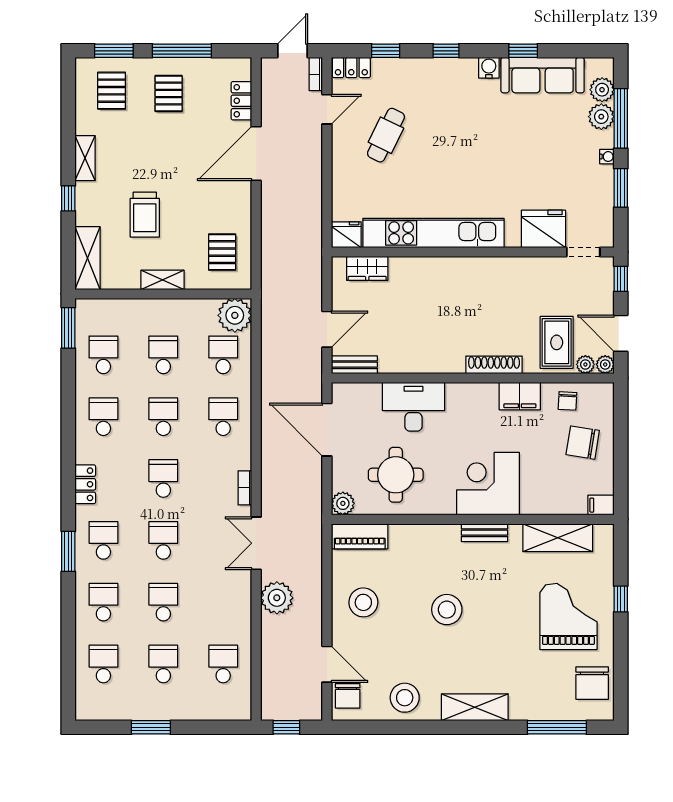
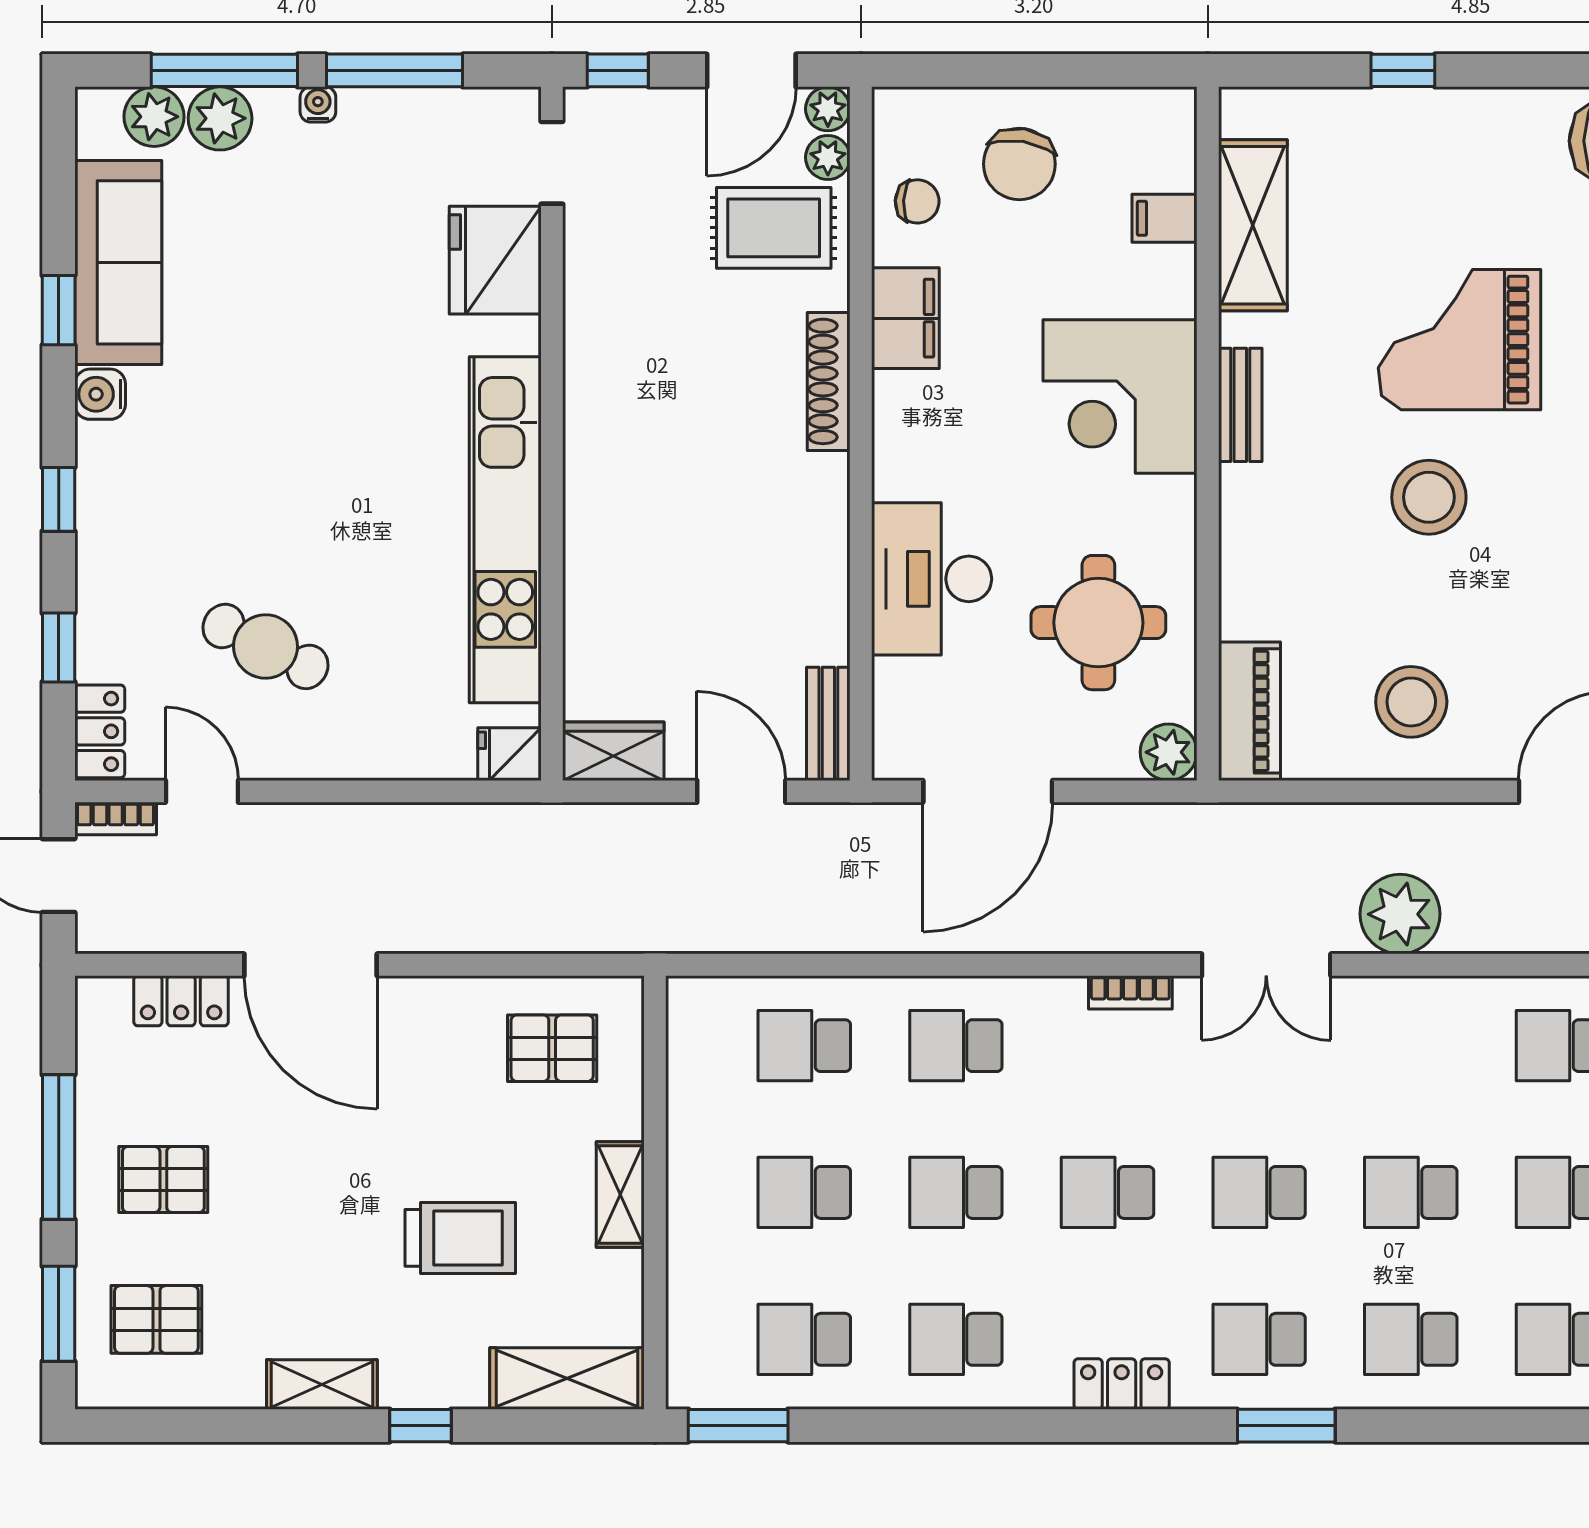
window: (621, 188) -> (395, 70), width x1.44
fridge: (346, 235) -> (509, 754), width x0.72
wardrobe: (367, 268) -> (613, 751), moved, turned -90
plant: (235, 315) -> (707, 1017), removed
filing cabinet: (601, 505) -> (1165, 218), moved, turned 90
grand piano: (568, 617) -> (1460, 340), moved

